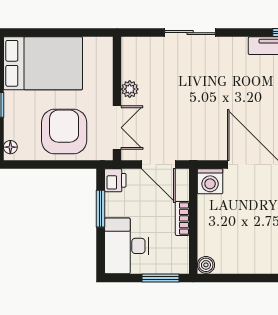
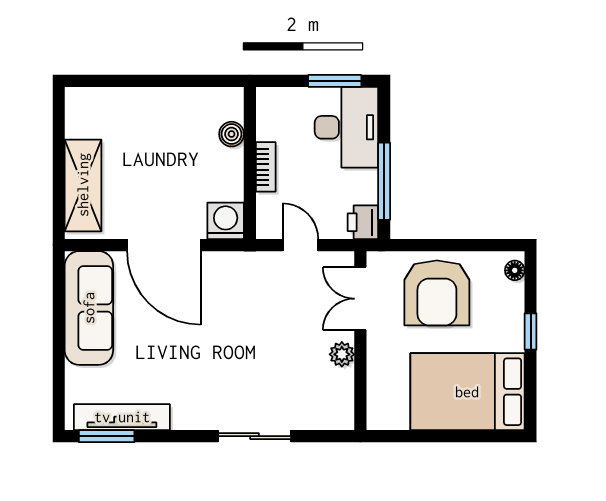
door: (158, 165) -> (300, 245), width x0.73
window: (100, 209) -> (384, 181), width x1.44
boiler: (206, 265) -> (232, 134), moved
window: (160, 278) -> (335, 81), moved

